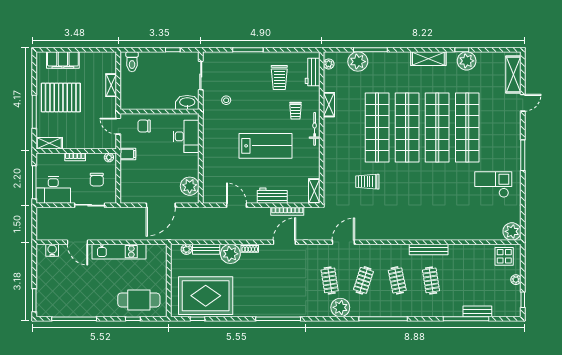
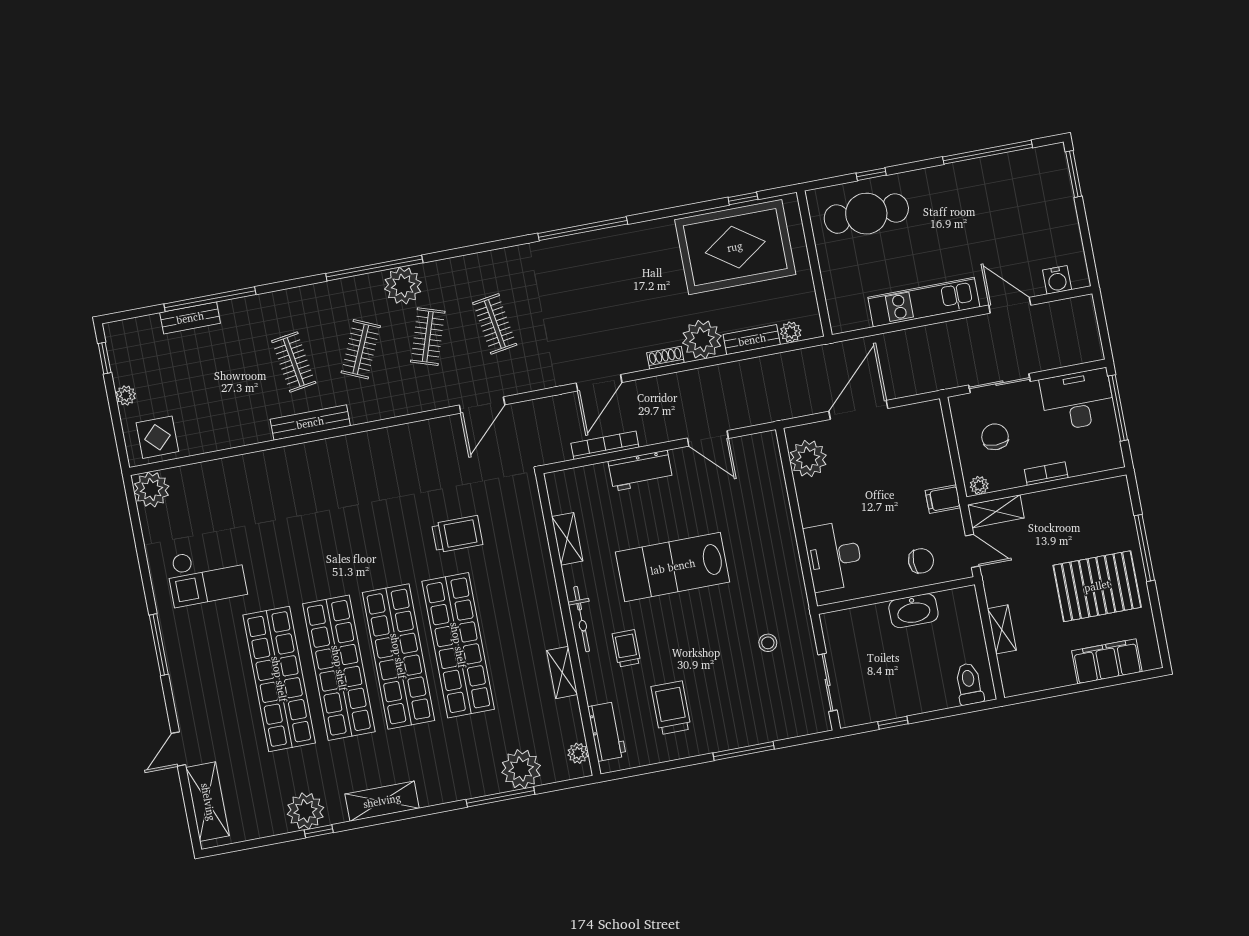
washbasin: (187, 102) -> (913, 611), moved
shelving: (49, 143) -> (996, 511), moved
shelving: (314, 191) -> (567, 539), moved
clothes rail: (397, 280) -> (361, 349), turned 36
plant: (340, 307) -> (403, 286), moved

